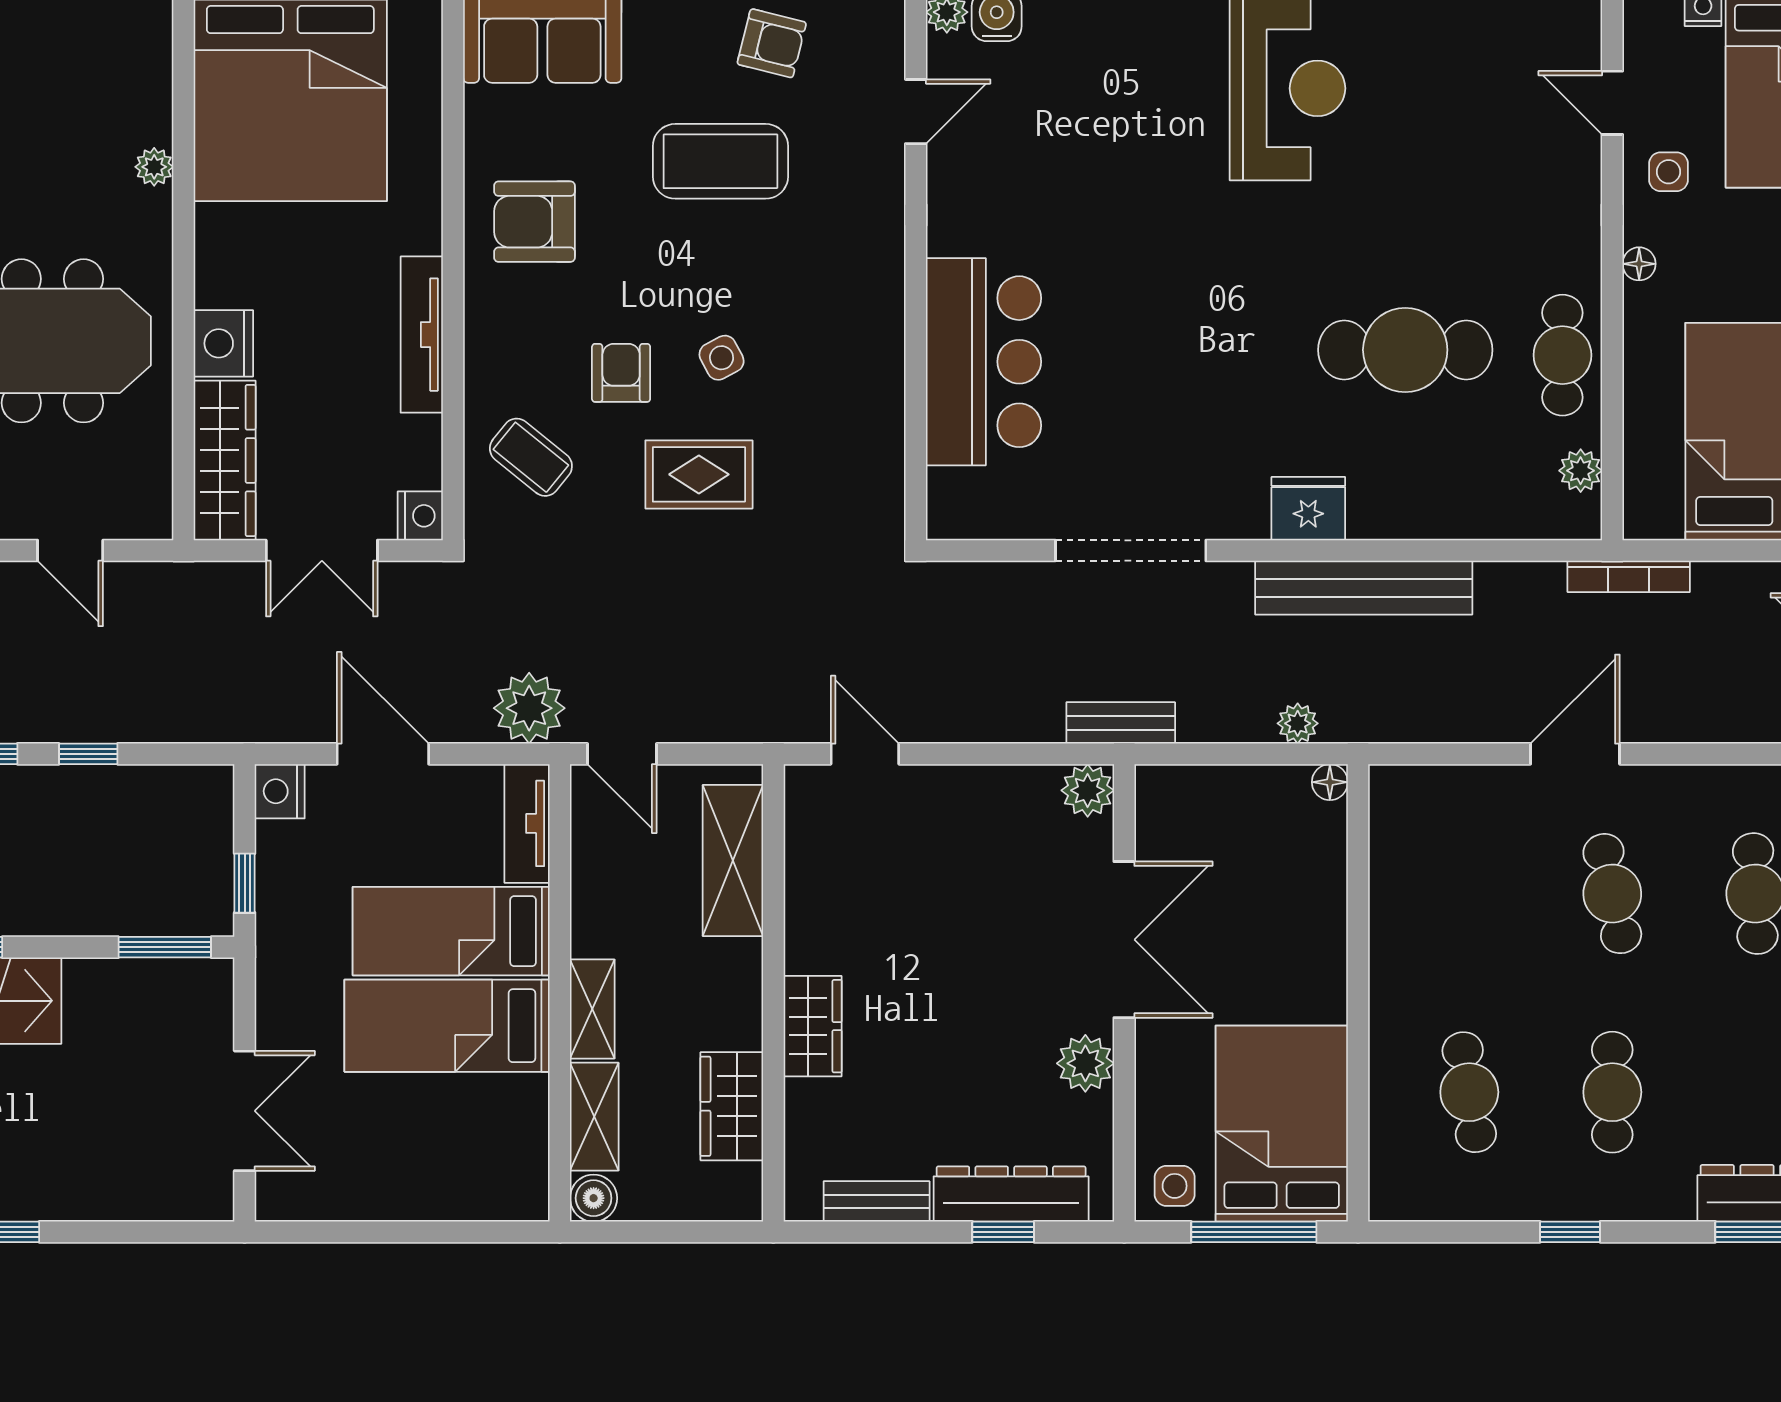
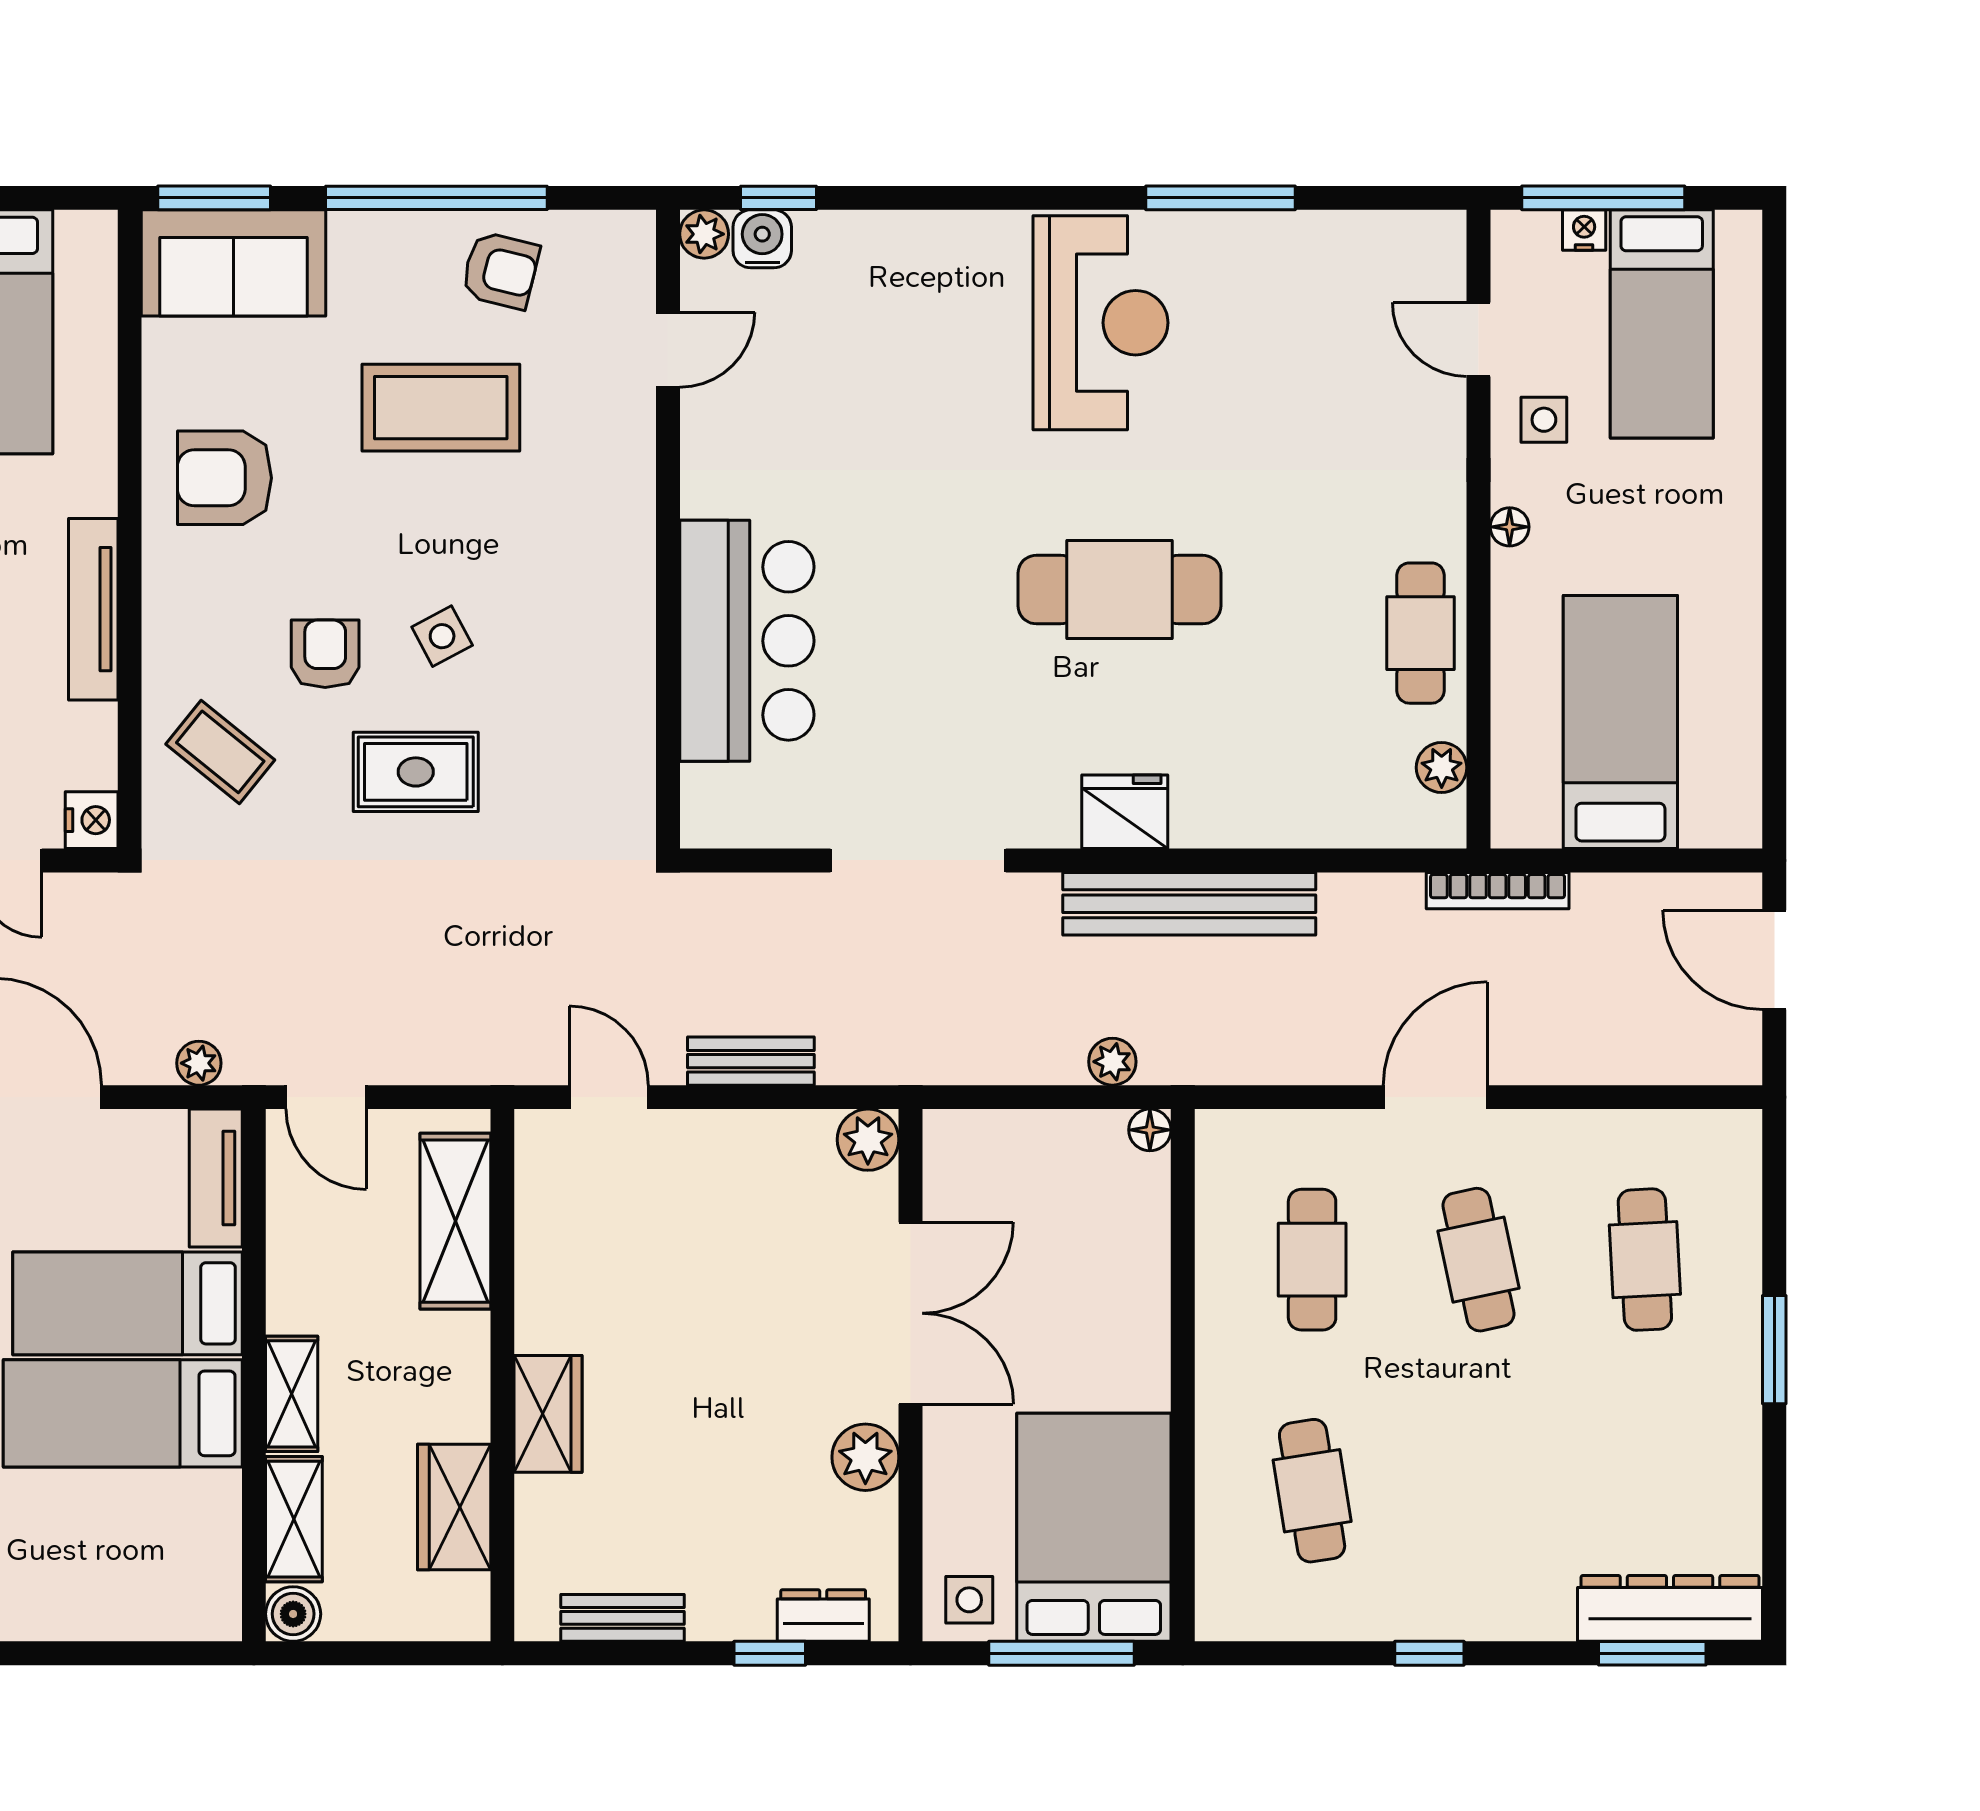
cafe table: (1405, 350) -> (1119, 590), moved
plant: (529, 708) -> (199, 1063), width x0.53, depth x0.53
bench: (1121, 723) -> (751, 1061), moved
cafe table: (1612, 1092) -> (1312, 1260), moved
dresser: (1011, 1194) -> (823, 1616), width x0.51, depth x0.80

